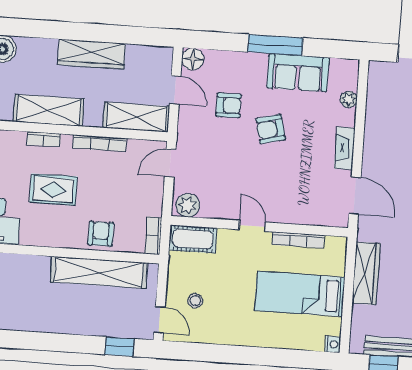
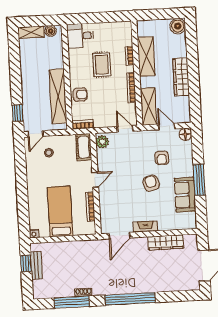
door: (175, 90) -> (167, 127), swing flipped
plant: (349, 99) -> (173, 225), removed
wardrobe: (366, 273) -> (166, 242), moved

